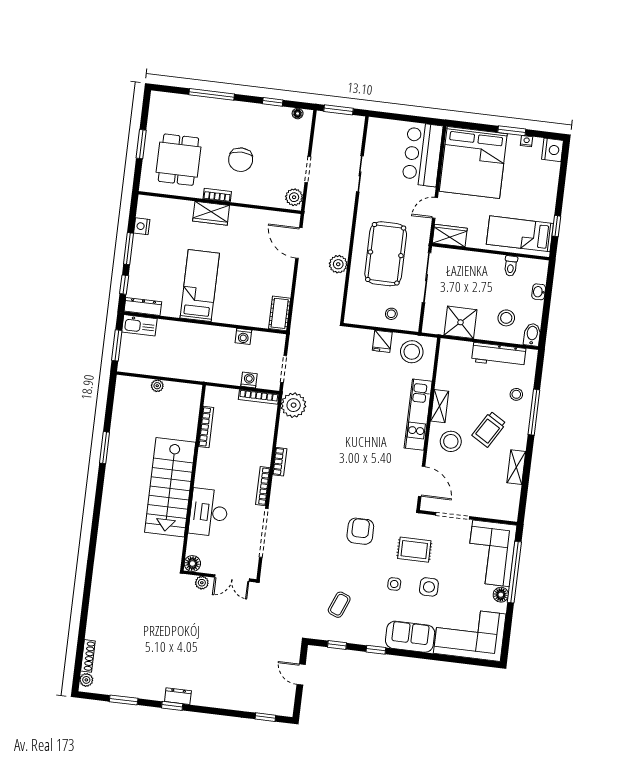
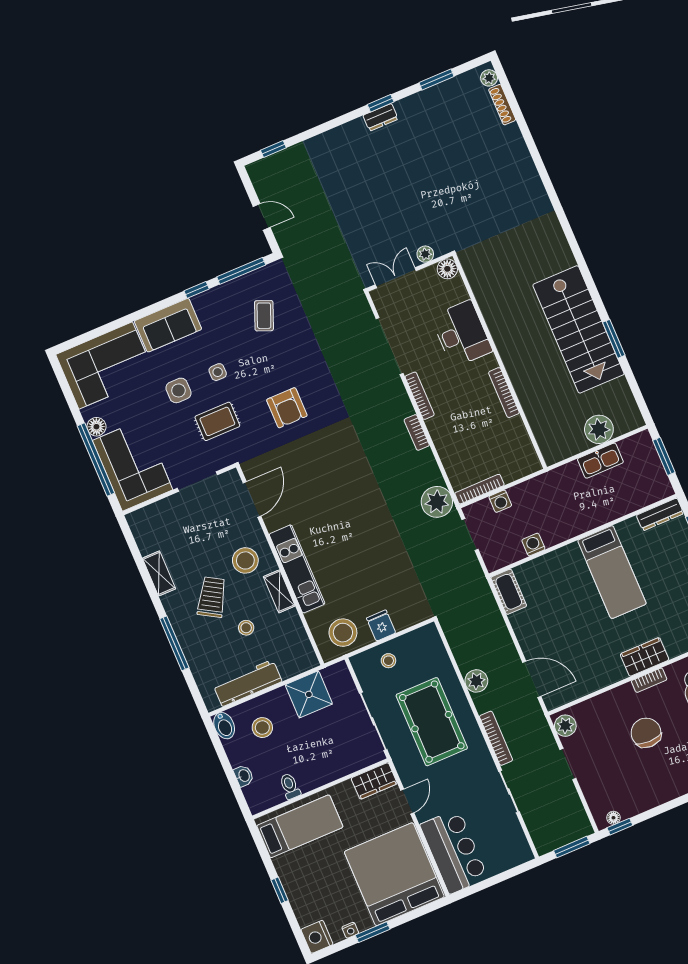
window: (273, 102) -> (620, 827), moved
bookcase: (348, 216) -> (496, 738), added
window: (556, 226) -> (280, 890), moved
kitchen sink: (139, 325) -> (600, 461), moved, turned 180
plant: (157, 386) -> (599, 429), width x1.87, depth x1.87
stool: (516, 394) -> (246, 628), moved
bookcase: (206, 427) -> (504, 393), moved
door: (422, 481) -> (252, 499), swing flipped
stairs: (170, 487) -> (578, 329), moved, turned 180
window: (337, 645) -> (241, 271), width x2.17

